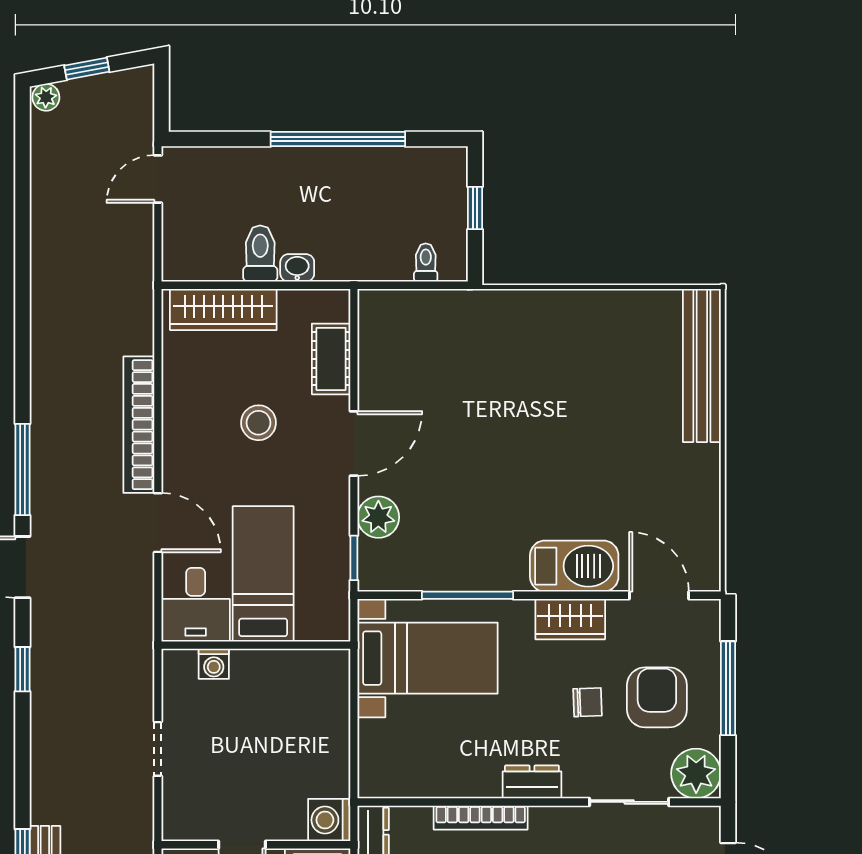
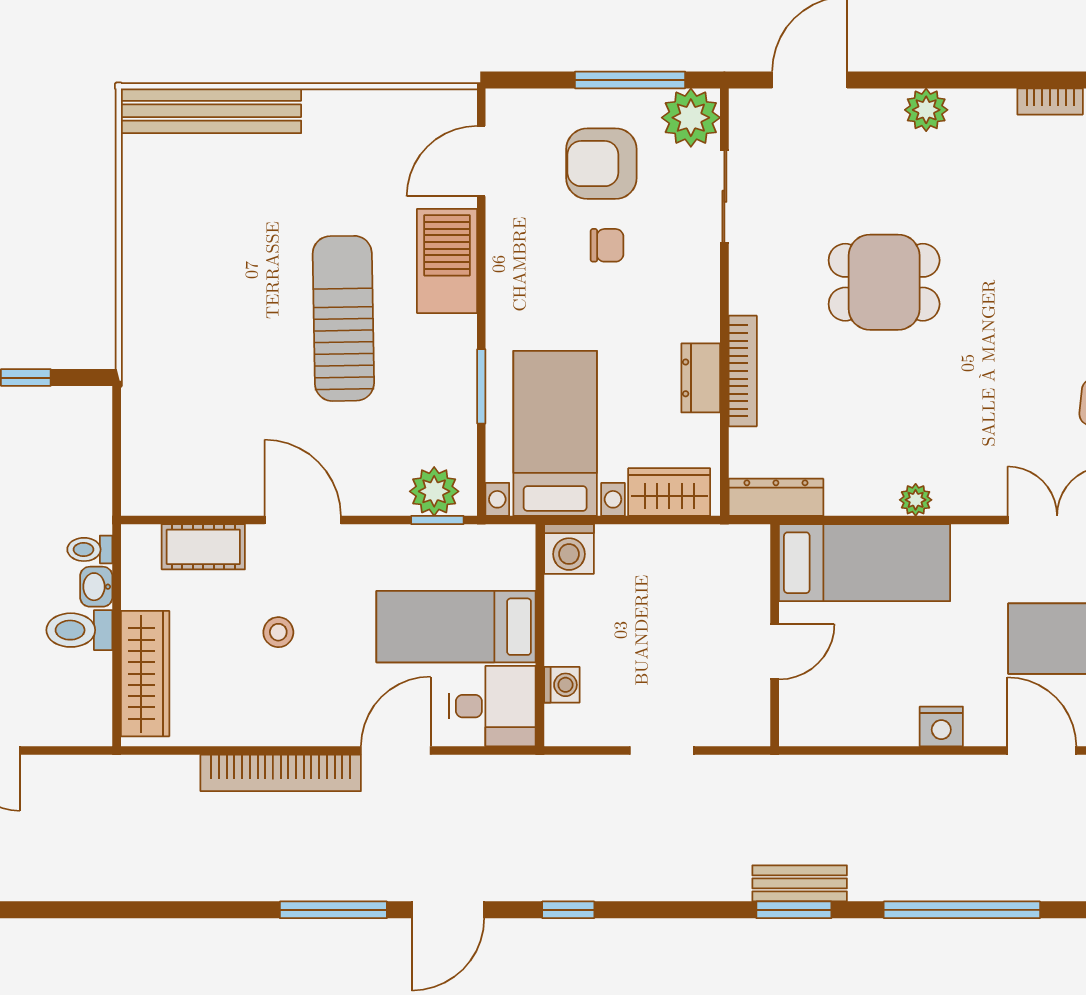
toilet: (426, 262) -> (90, 549), moved
stool: (259, 423) -> (278, 632), width x0.73, depth x0.73
sun lounger: (525, 478) -> (343, 318), added
plant: (378, 517) -> (434, 491), moved
window: (467, 595) -> (481, 386), width x0.69
wardrobe: (570, 619) -> (669, 492), moved, turned -90
window: (728, 688) -> (630, 80), moved
chair: (587, 702) -> (607, 245), turned 92
dresser: (532, 782) -> (701, 378), moved
washing machine: (329, 820) -> (569, 549), moved

